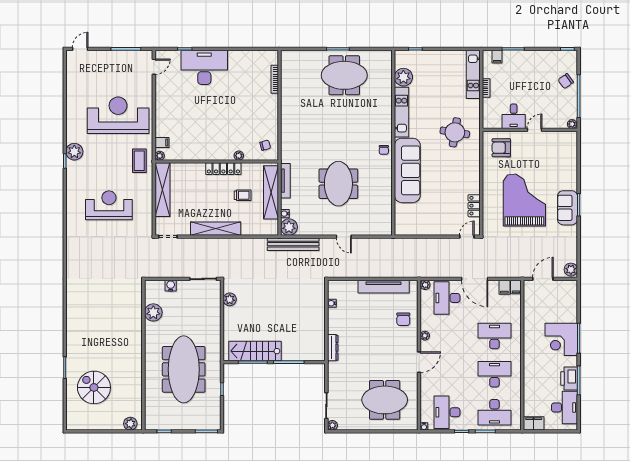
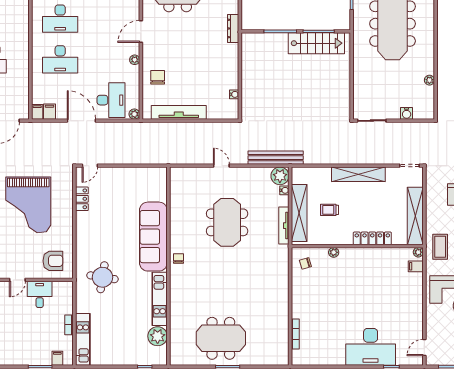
locker: (223, 169) -> (372, 238), moved
plant: (230, 299) -> (343, 99), removed
plant: (153, 312) -> (429, 80), width x0.53, depth x0.53
dresser: (333, 348) -> (233, 28), moved

